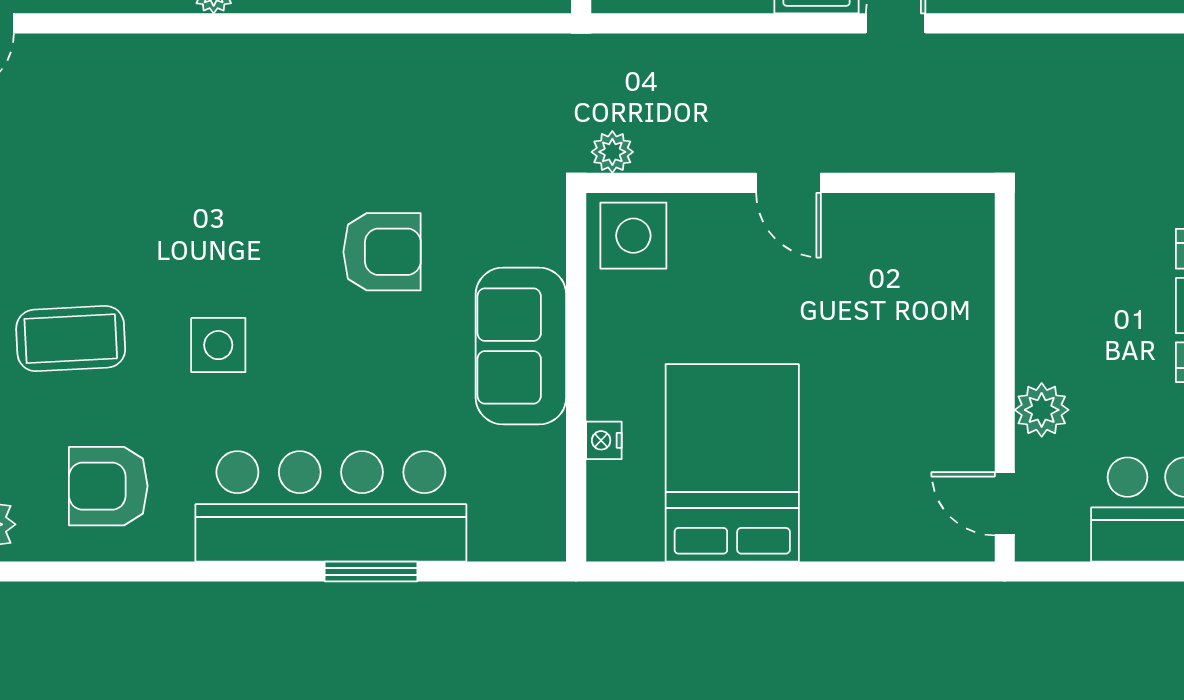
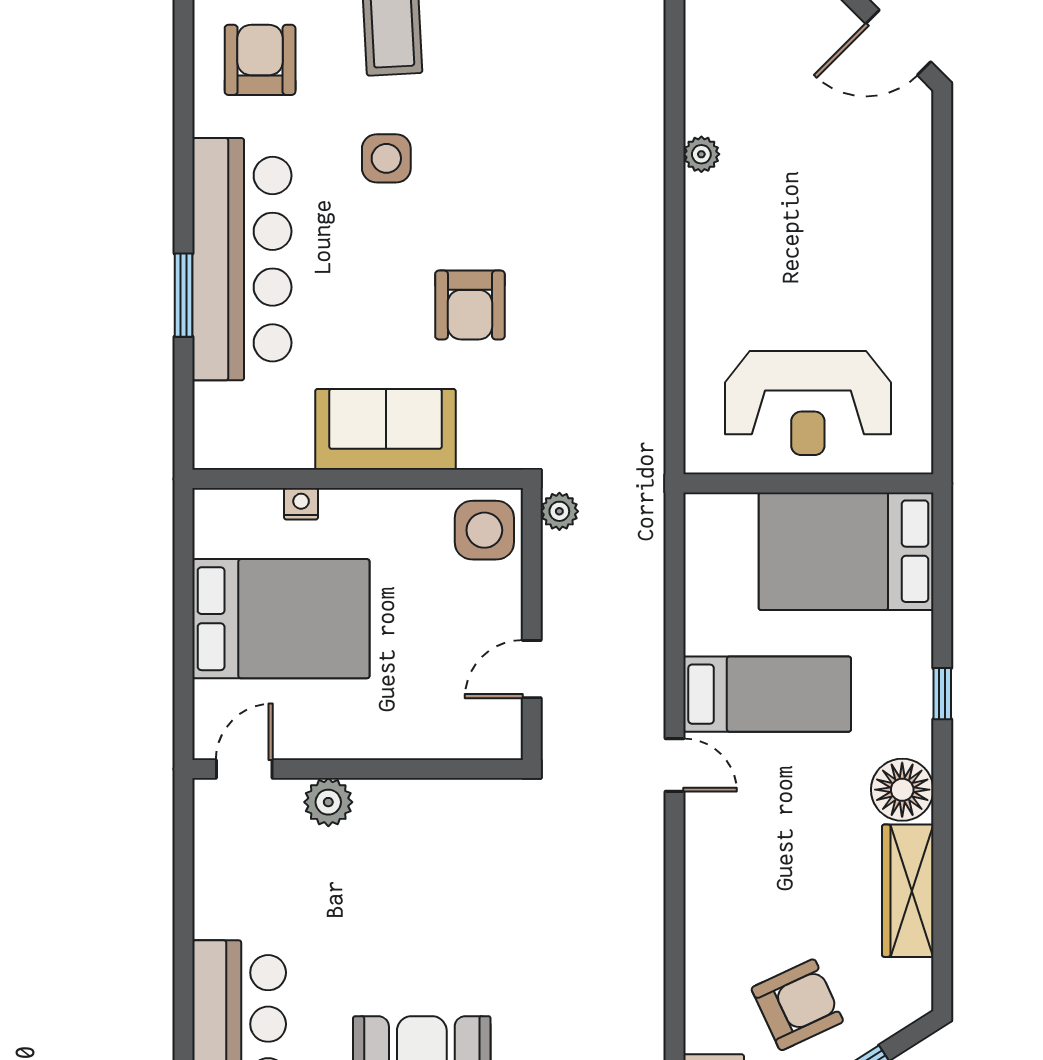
wall: (1005, 377) -> (358, 769), moved
plant: (1042, 410) -> (328, 802), moved
door: (1005, 504) -> (244, 769), moved

